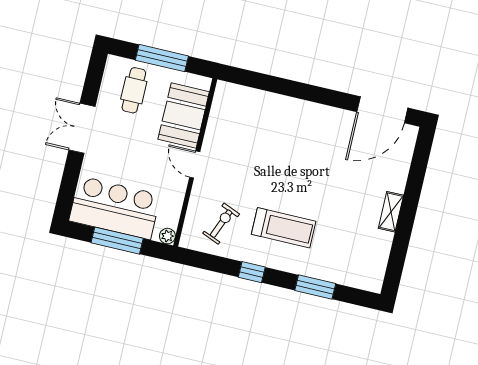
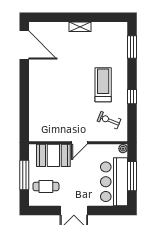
window: (315, 287) -> (132, 47), moved

